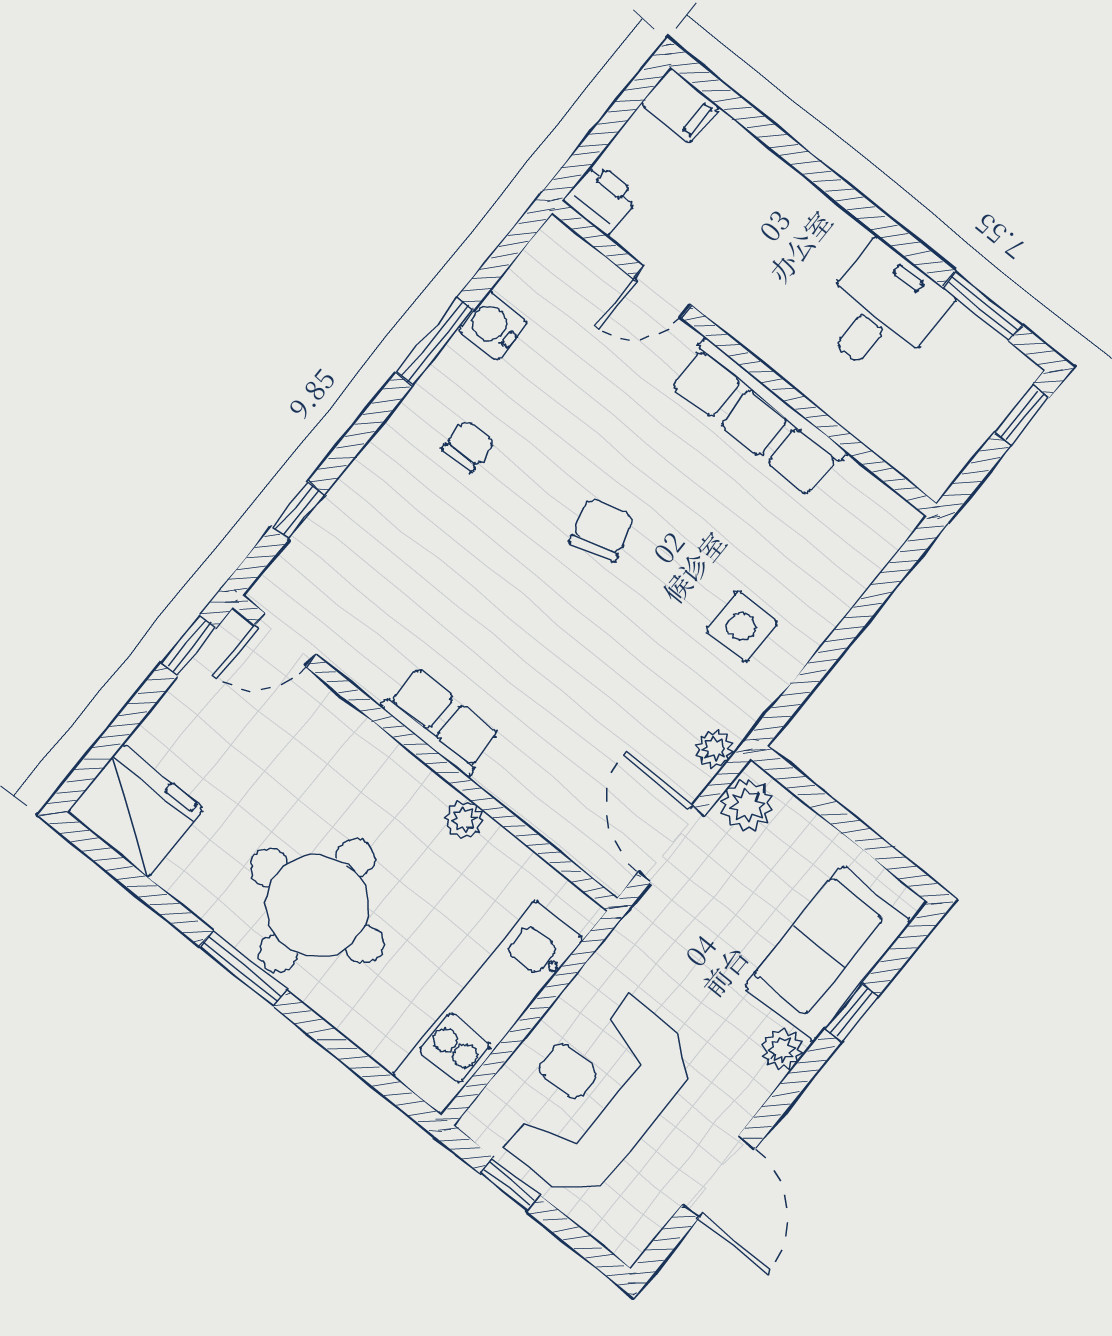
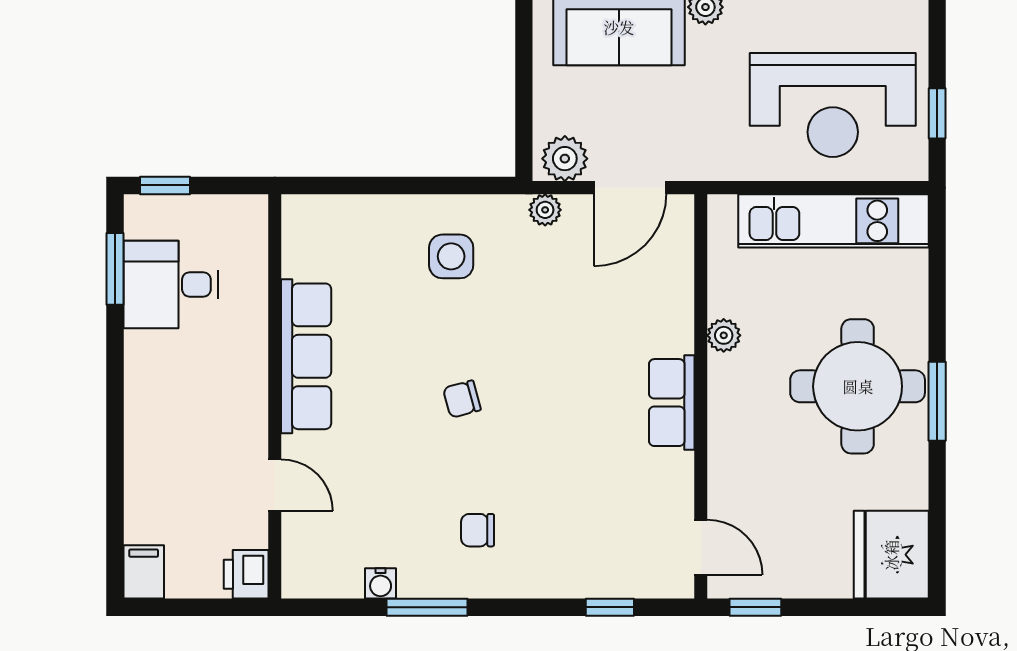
desk: (882, 310) -> (171, 284), moved
water cooler: (493, 326) -> (381, 583), width x0.72, depth x0.72
chair: (602, 530) -> (462, 399), width x0.73, depth x0.73

